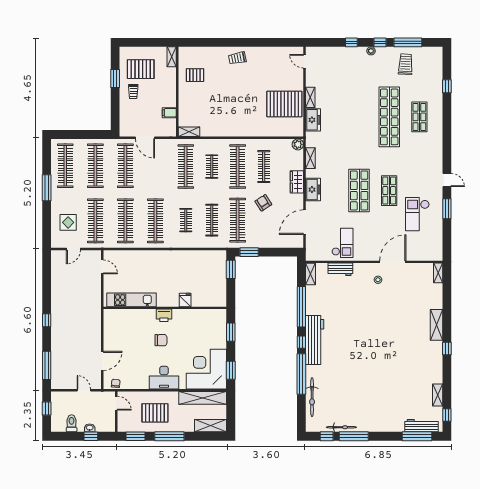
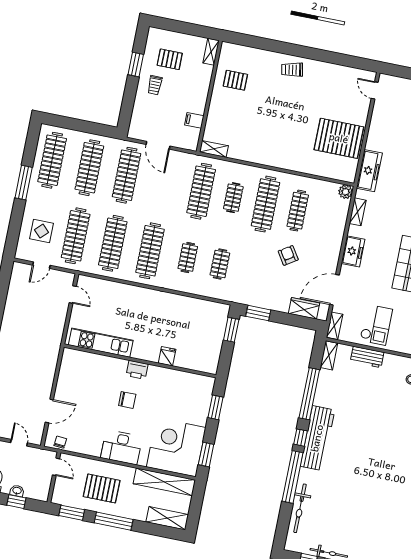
pallet: (141, 69) -> (170, 59), width x0.67, depth x0.71
shelving: (310, 97) -> (335, 326), moved
freezer: (313, 120) -> (369, 171), width x1.40
wardrobe: (297, 182) -> (304, 308), moved, turned 90
clothes rail: (212, 220) -> (220, 264), width x0.73
clothes rail: (238, 220) -> (252, 270), removed

